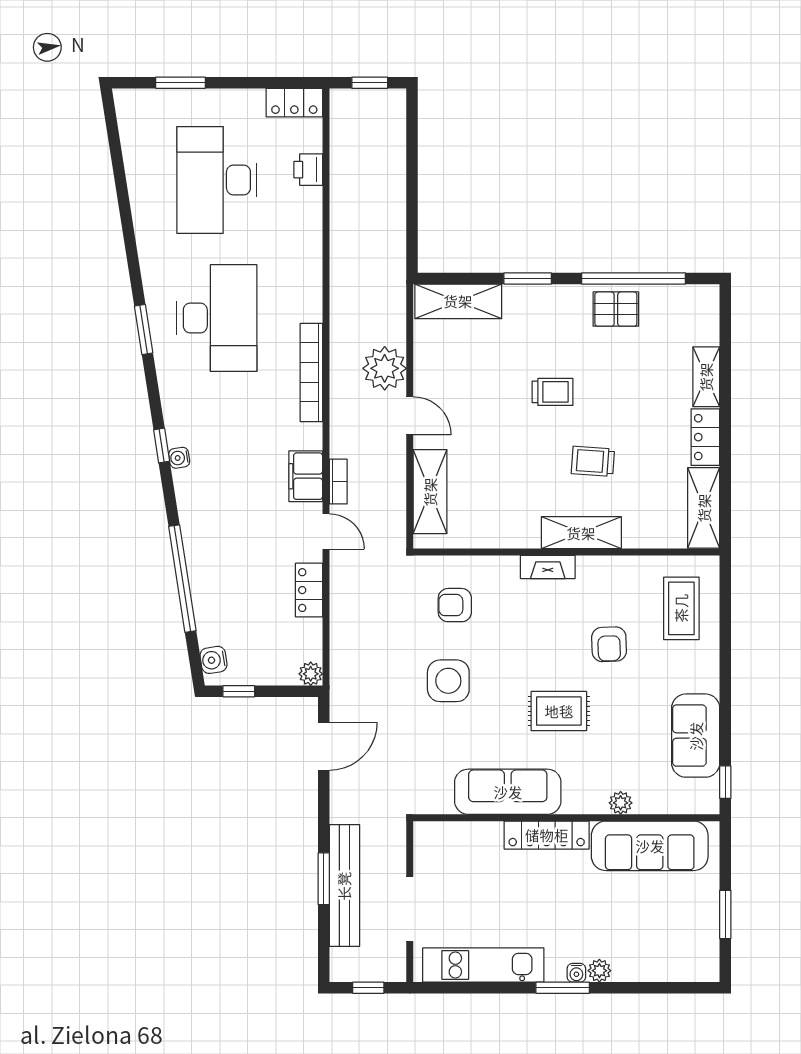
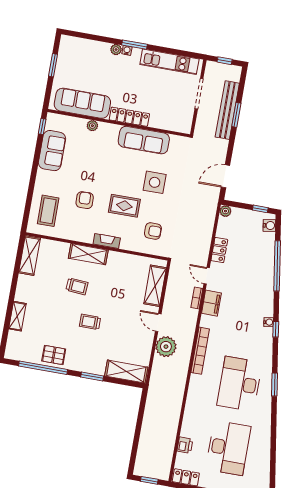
locker: (705, 437) -> (23, 288), removed
side table: (448, 681) -> (155, 182), moved
rug: (559, 711) -> (124, 206), moved

